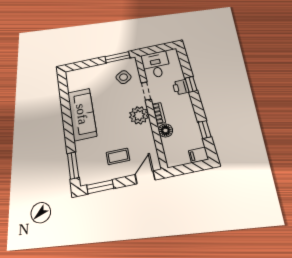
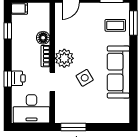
desk: (156, 65) -> (31, 109), width x1.37
side table: (124, 77) -> (85, 78), moved
coffee table: (118, 156) -> (115, 25), moved

